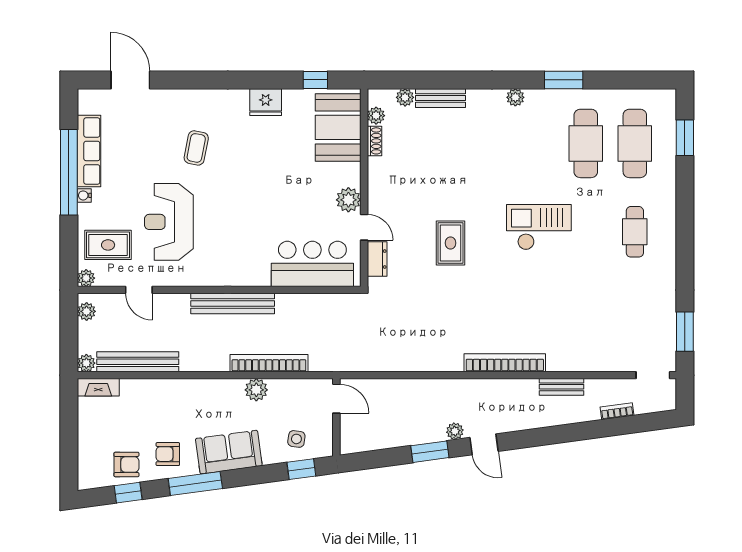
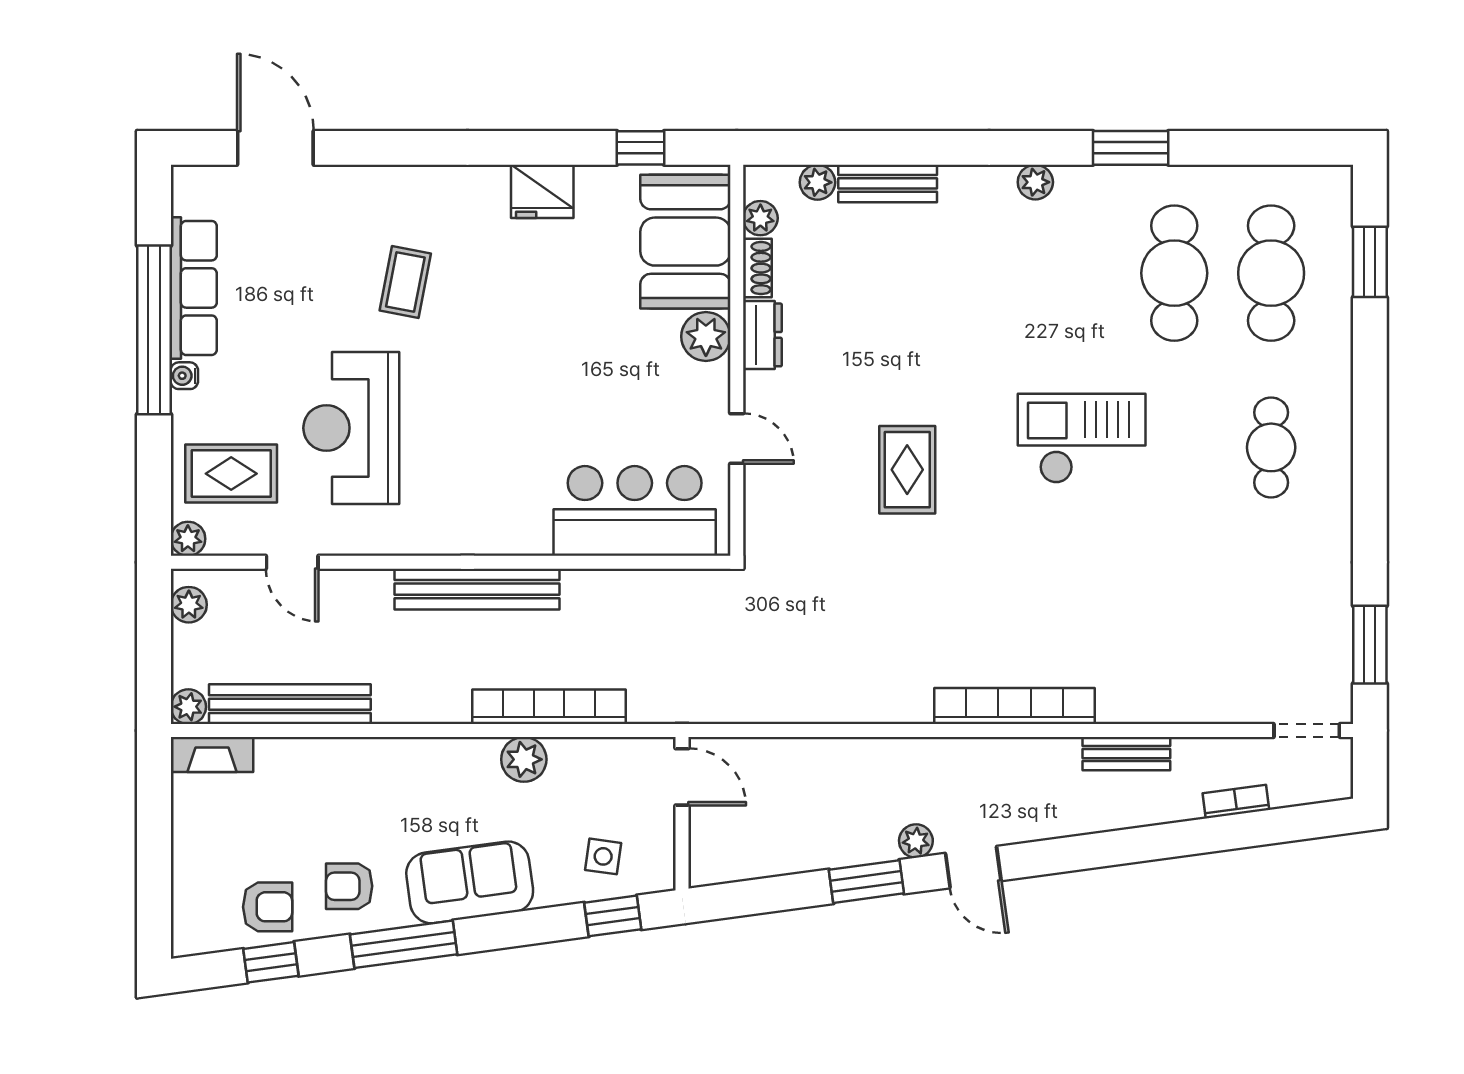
plant: (348, 200) -> (706, 336), moved
dresser: (377, 259) -> (762, 335), moved

